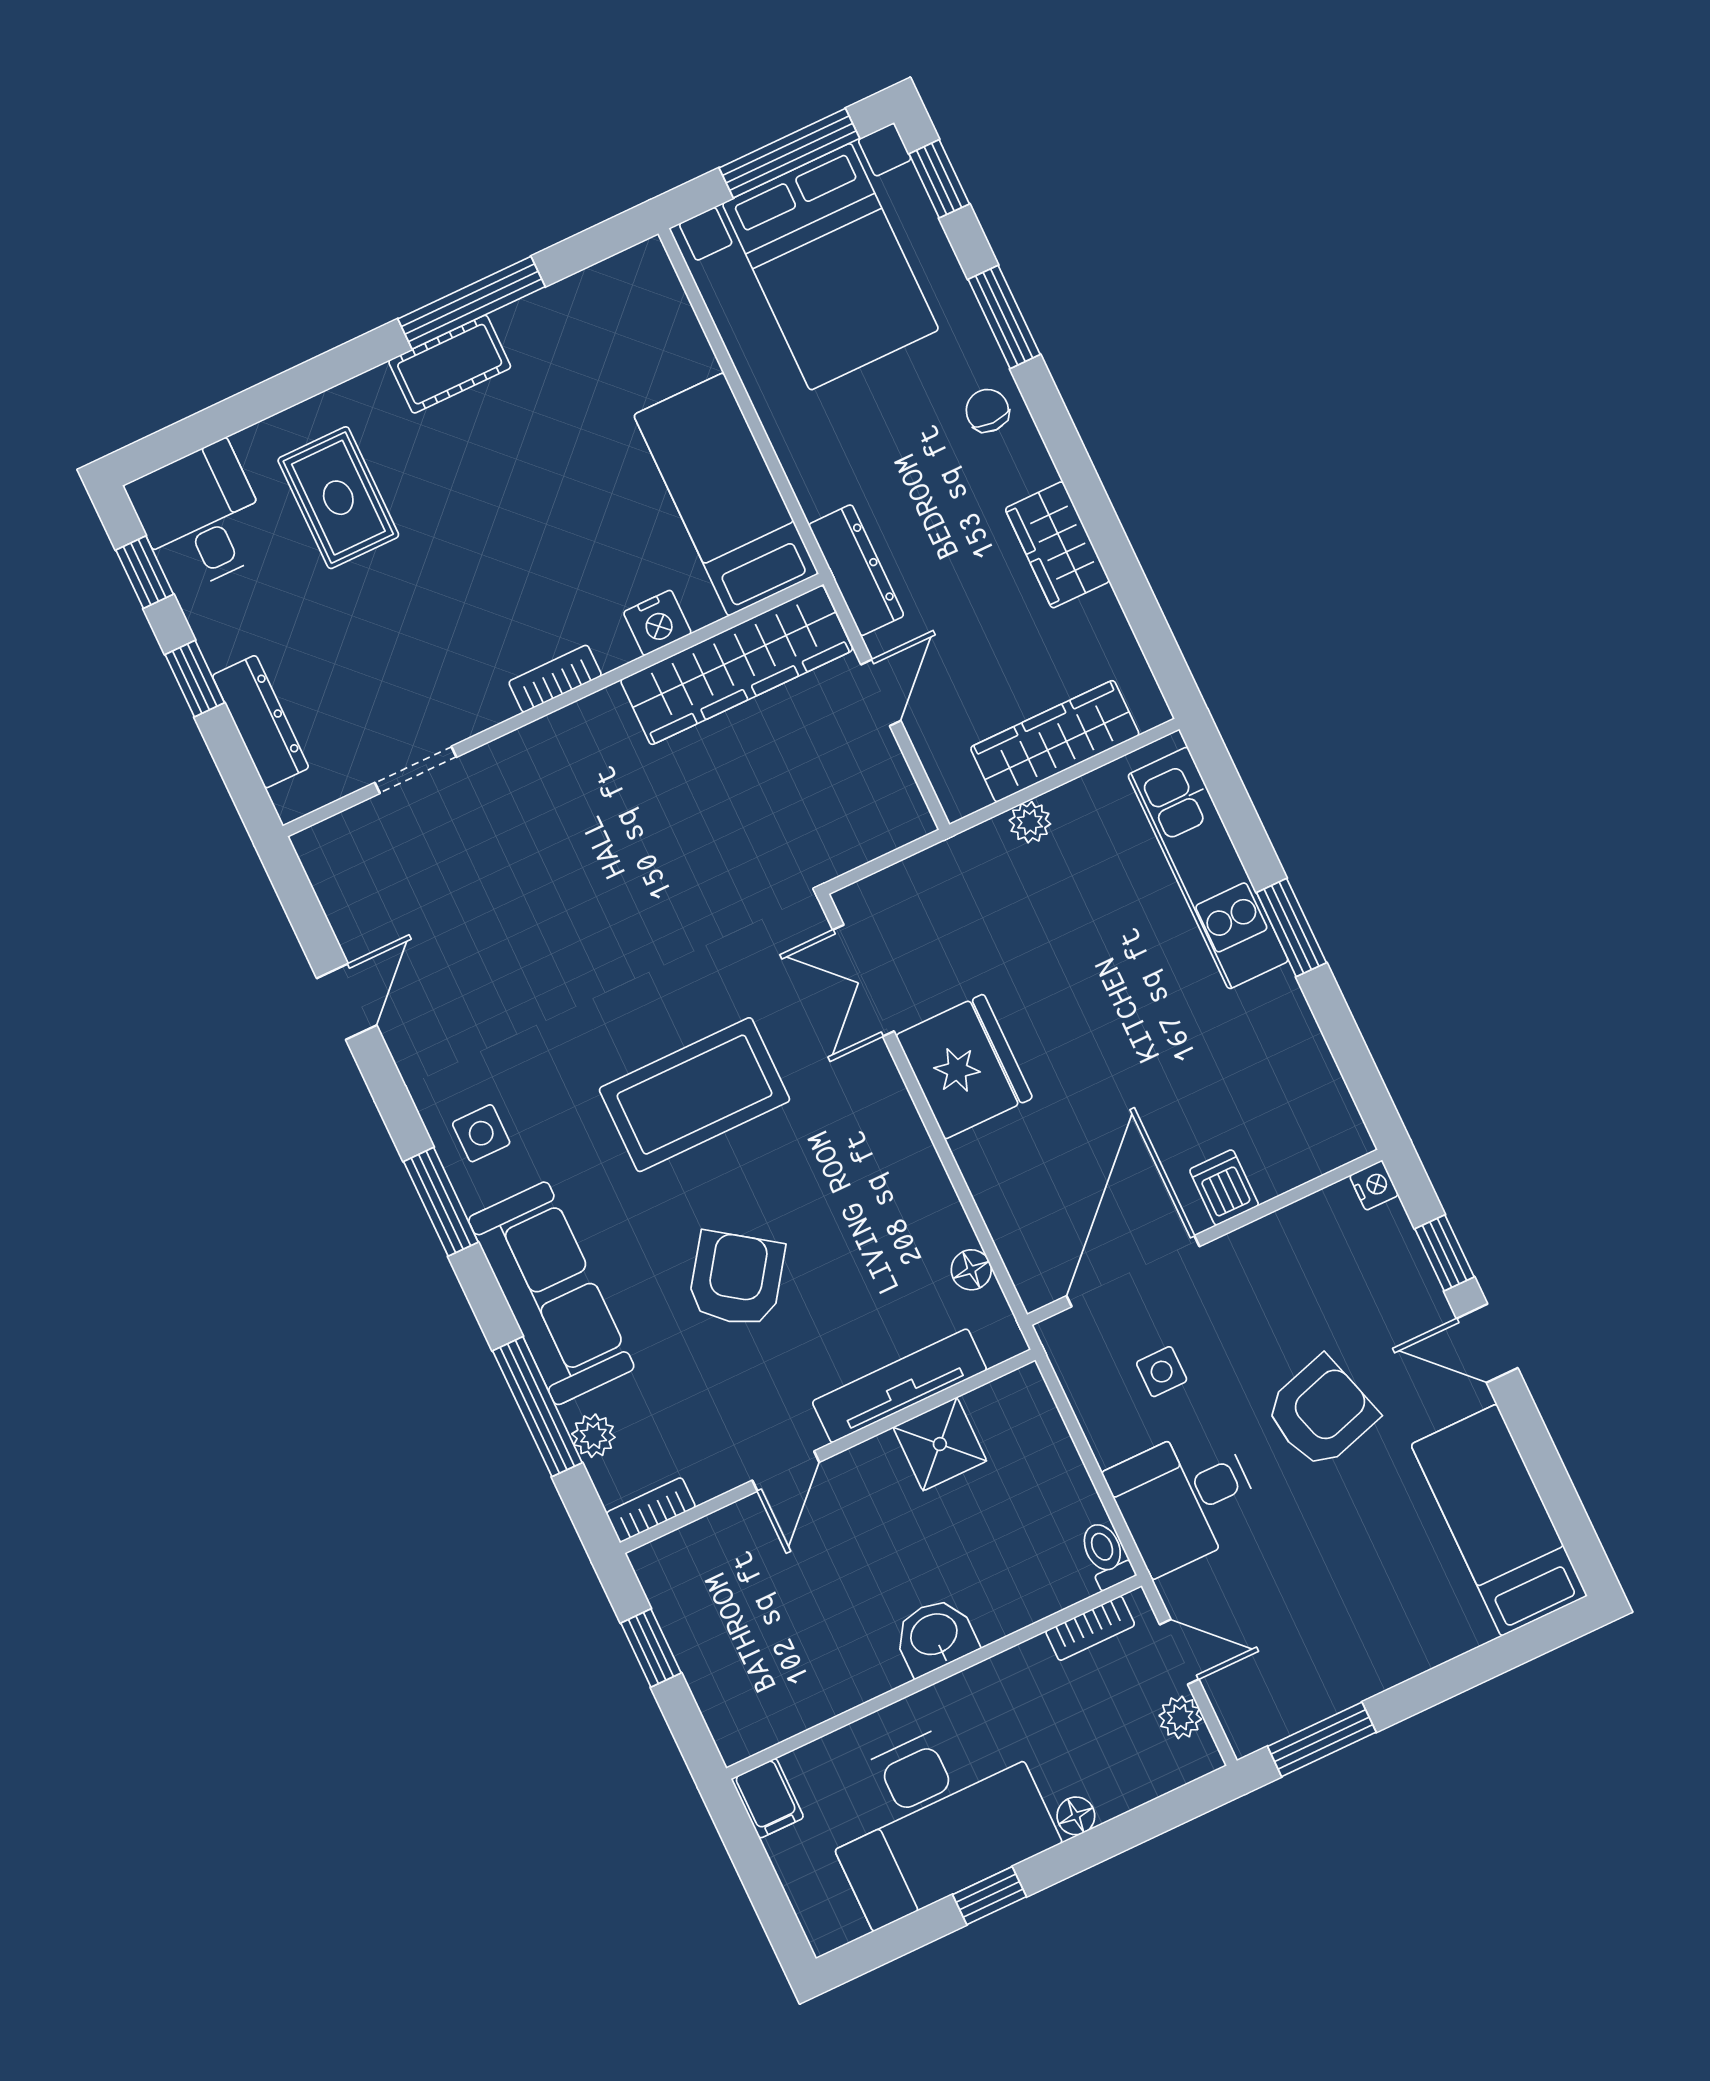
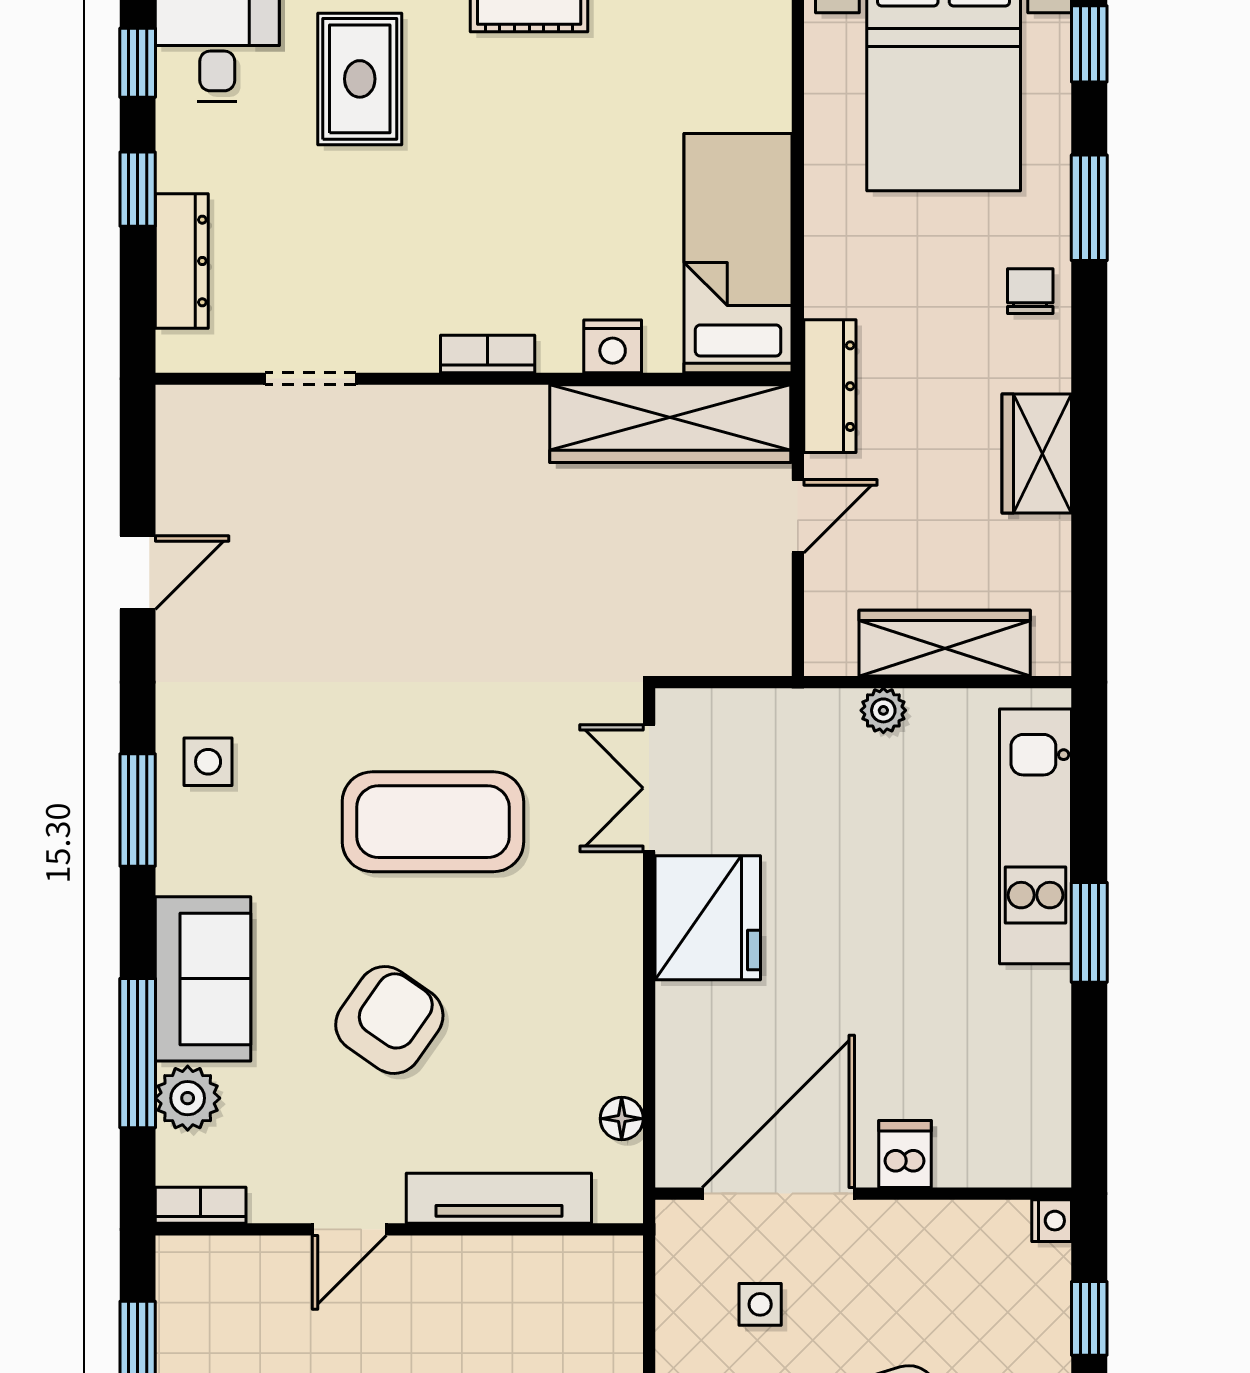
sofa: (551, 1293) -> (203, 979), width x0.73
plant: (593, 1436) -> (188, 1098), width x1.38, depth x1.38
shower: (940, 1444) -> (512, 1273), removed

